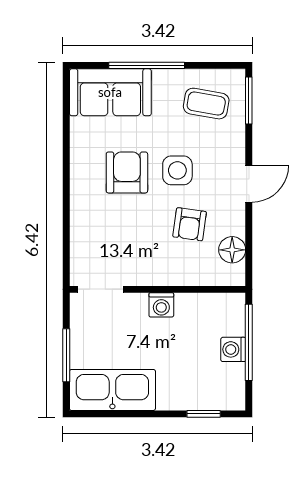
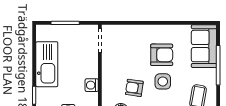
washing machine: (161, 305) -> (92, 85), moved
kitchen sink: (112, 390) -> (47, 64), moved

